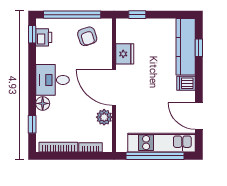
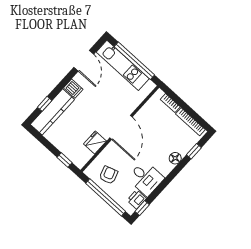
desk: (53, 80) -> (146, 178), moved
plant: (104, 117) -> (144, 114), removed

